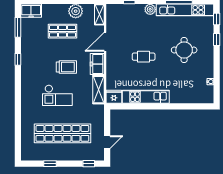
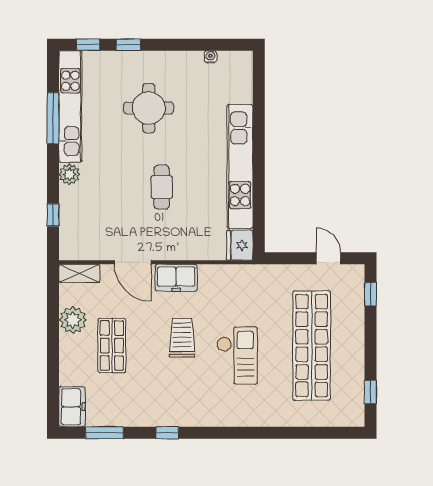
shelving: (98, 90) -> (226, 275), removed
kitchen unit: (146, 97) -> (240, 166), width x1.36
window: (50, 164) -> (370, 392), moved

